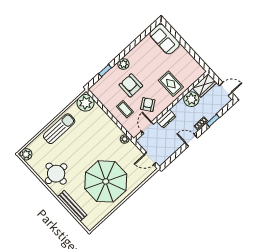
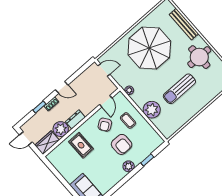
plant: (86, 103) -> (152, 110), moved
dresser: (166, 119) -> (75, 119), moved
sun lounger: (59, 129) -> (179, 89), moved

